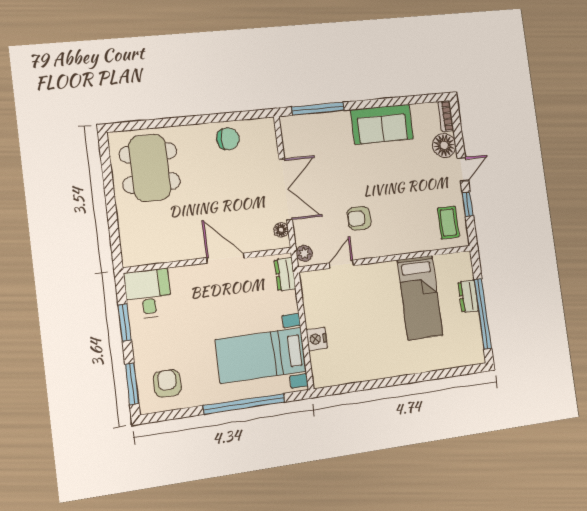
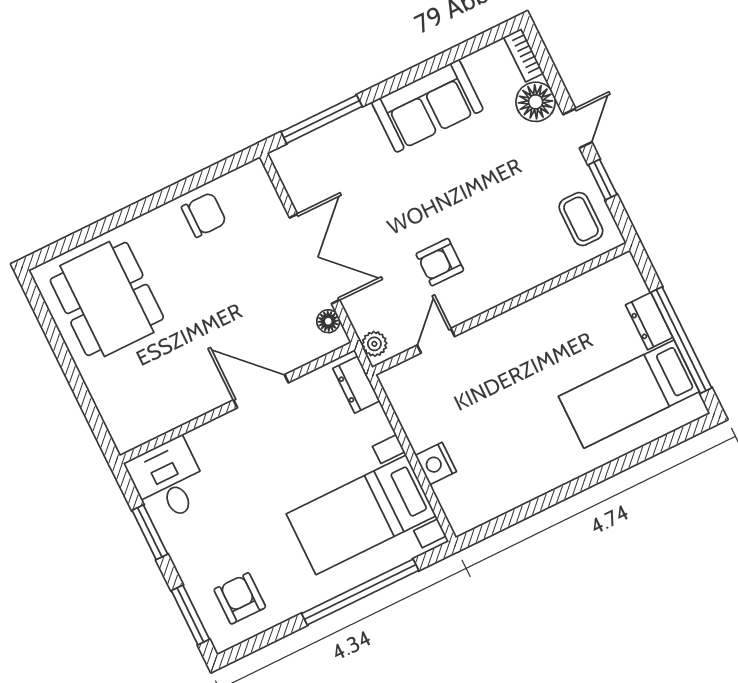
bed: (420, 298) -> (629, 394), moved, turned 90

